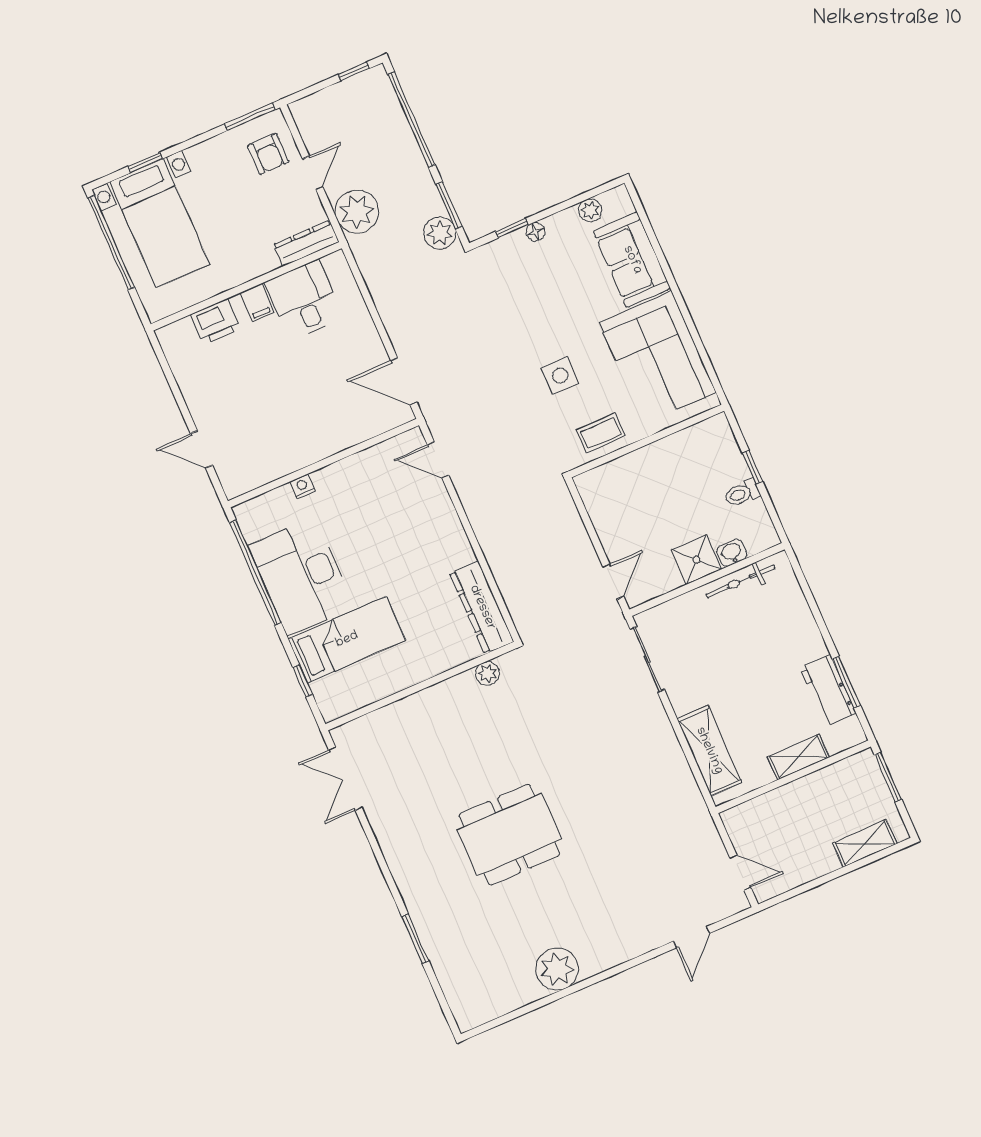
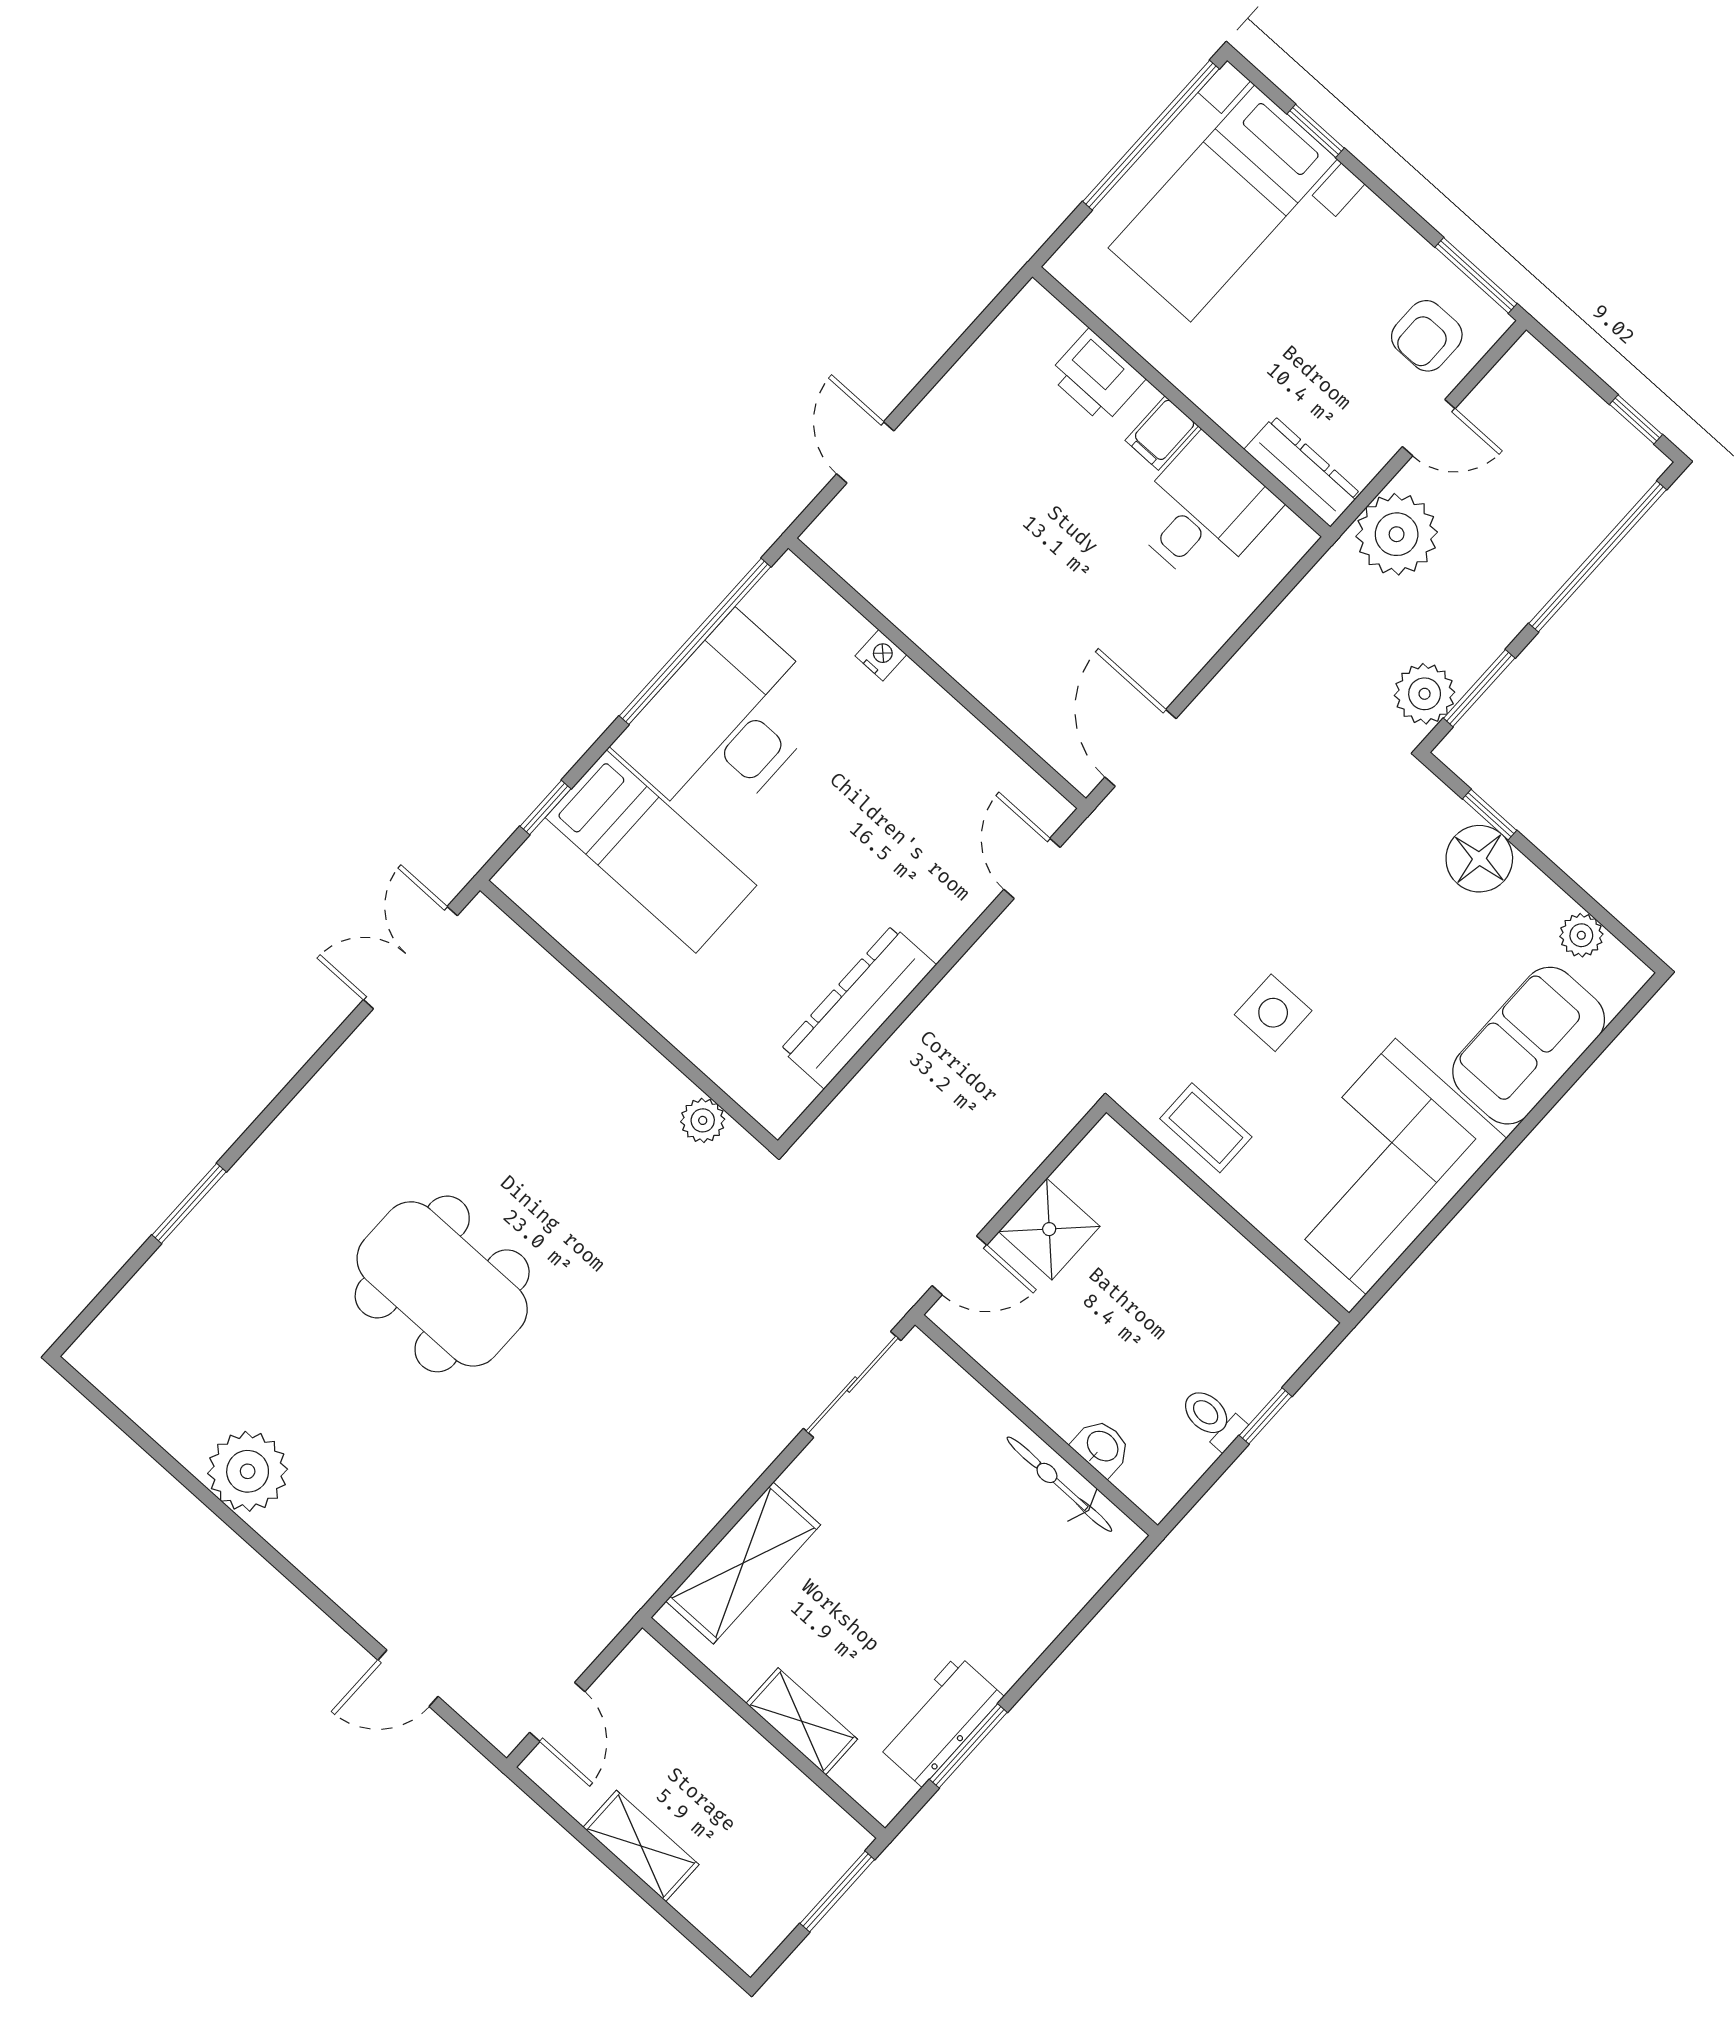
floor lamp: (535, 232) -> (1479, 859), width x1.89, depth x1.89
shower: (696, 560) -> (1049, 1229), moved
dresser: (482, 608) -> (858, 1007), moved
shelving: (865, 843) -> (641, 1846), moved

